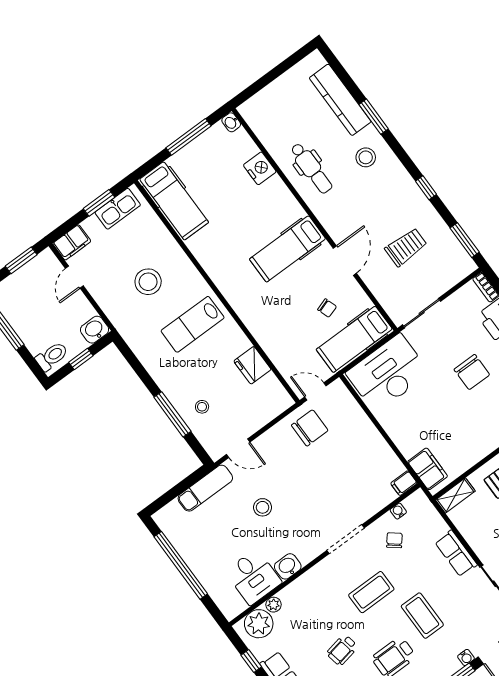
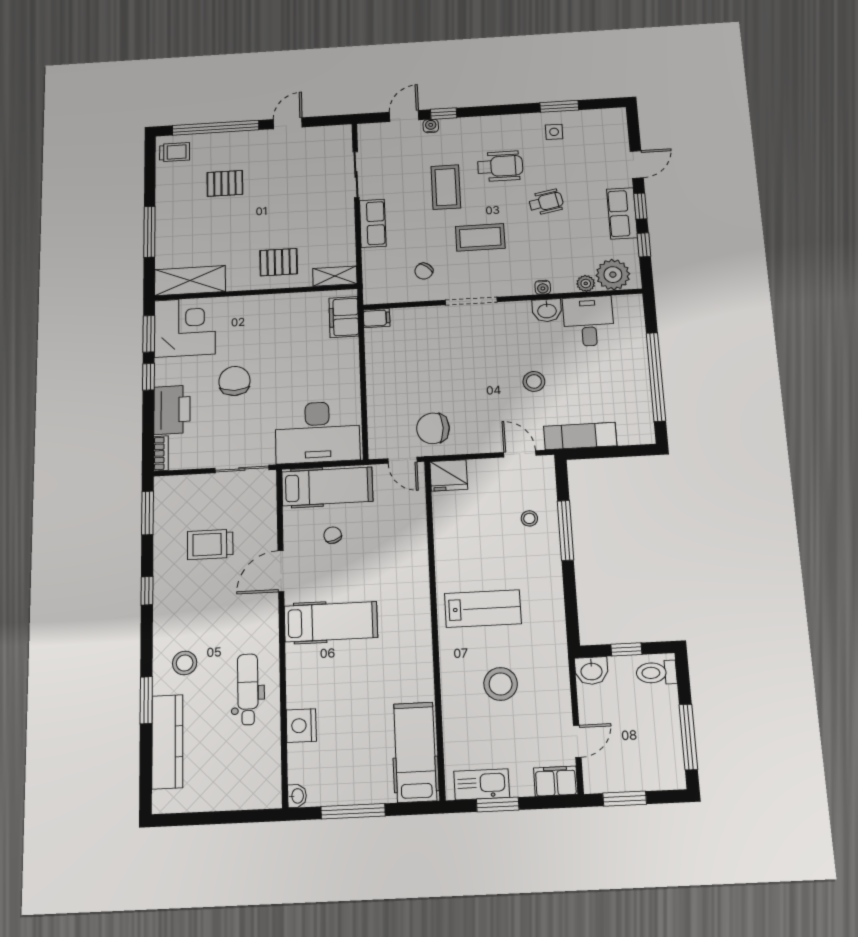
fridge: (252, 365) -> (449, 475), moved, turned 90
water cooler: (398, 511) -> (543, 287), moved

